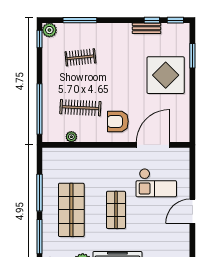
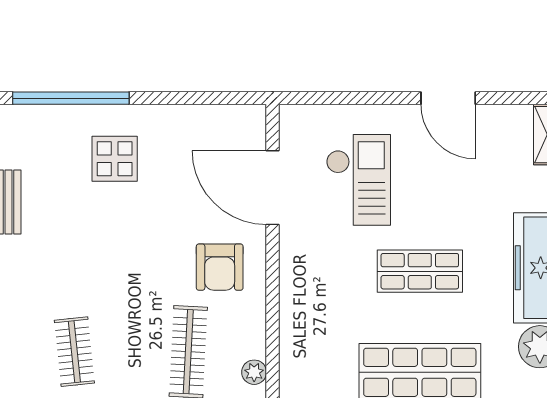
window: (192, 56) -> (71, 98), width x2.11
display table: (166, 75) -> (115, 159), width x0.54, depth x0.54
door: (192, 211) -> (448, 98), moved

